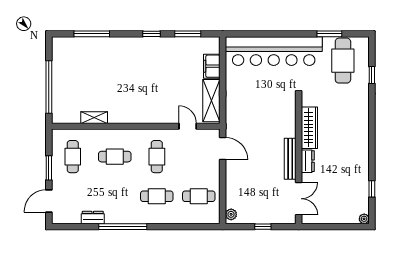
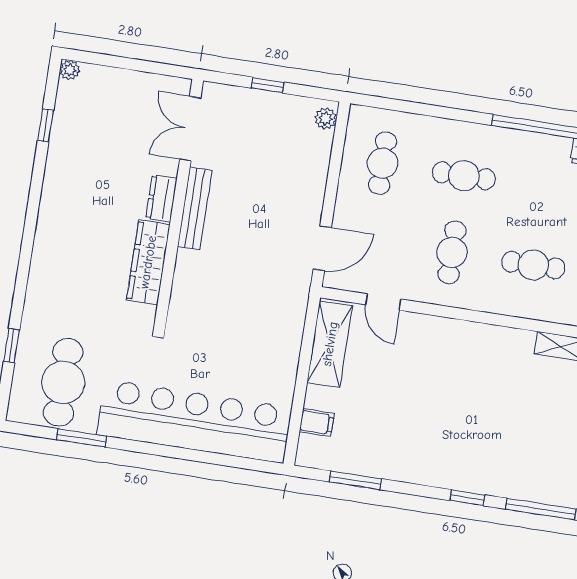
window: (152, 34) -> (467, 498), moved
filing cabinet: (212, 66) -> (317, 423), width x0.50
door: (223, 149) -> (322, 248), swing flipped
cafe table: (199, 196) -> (383, 163), turned 90

